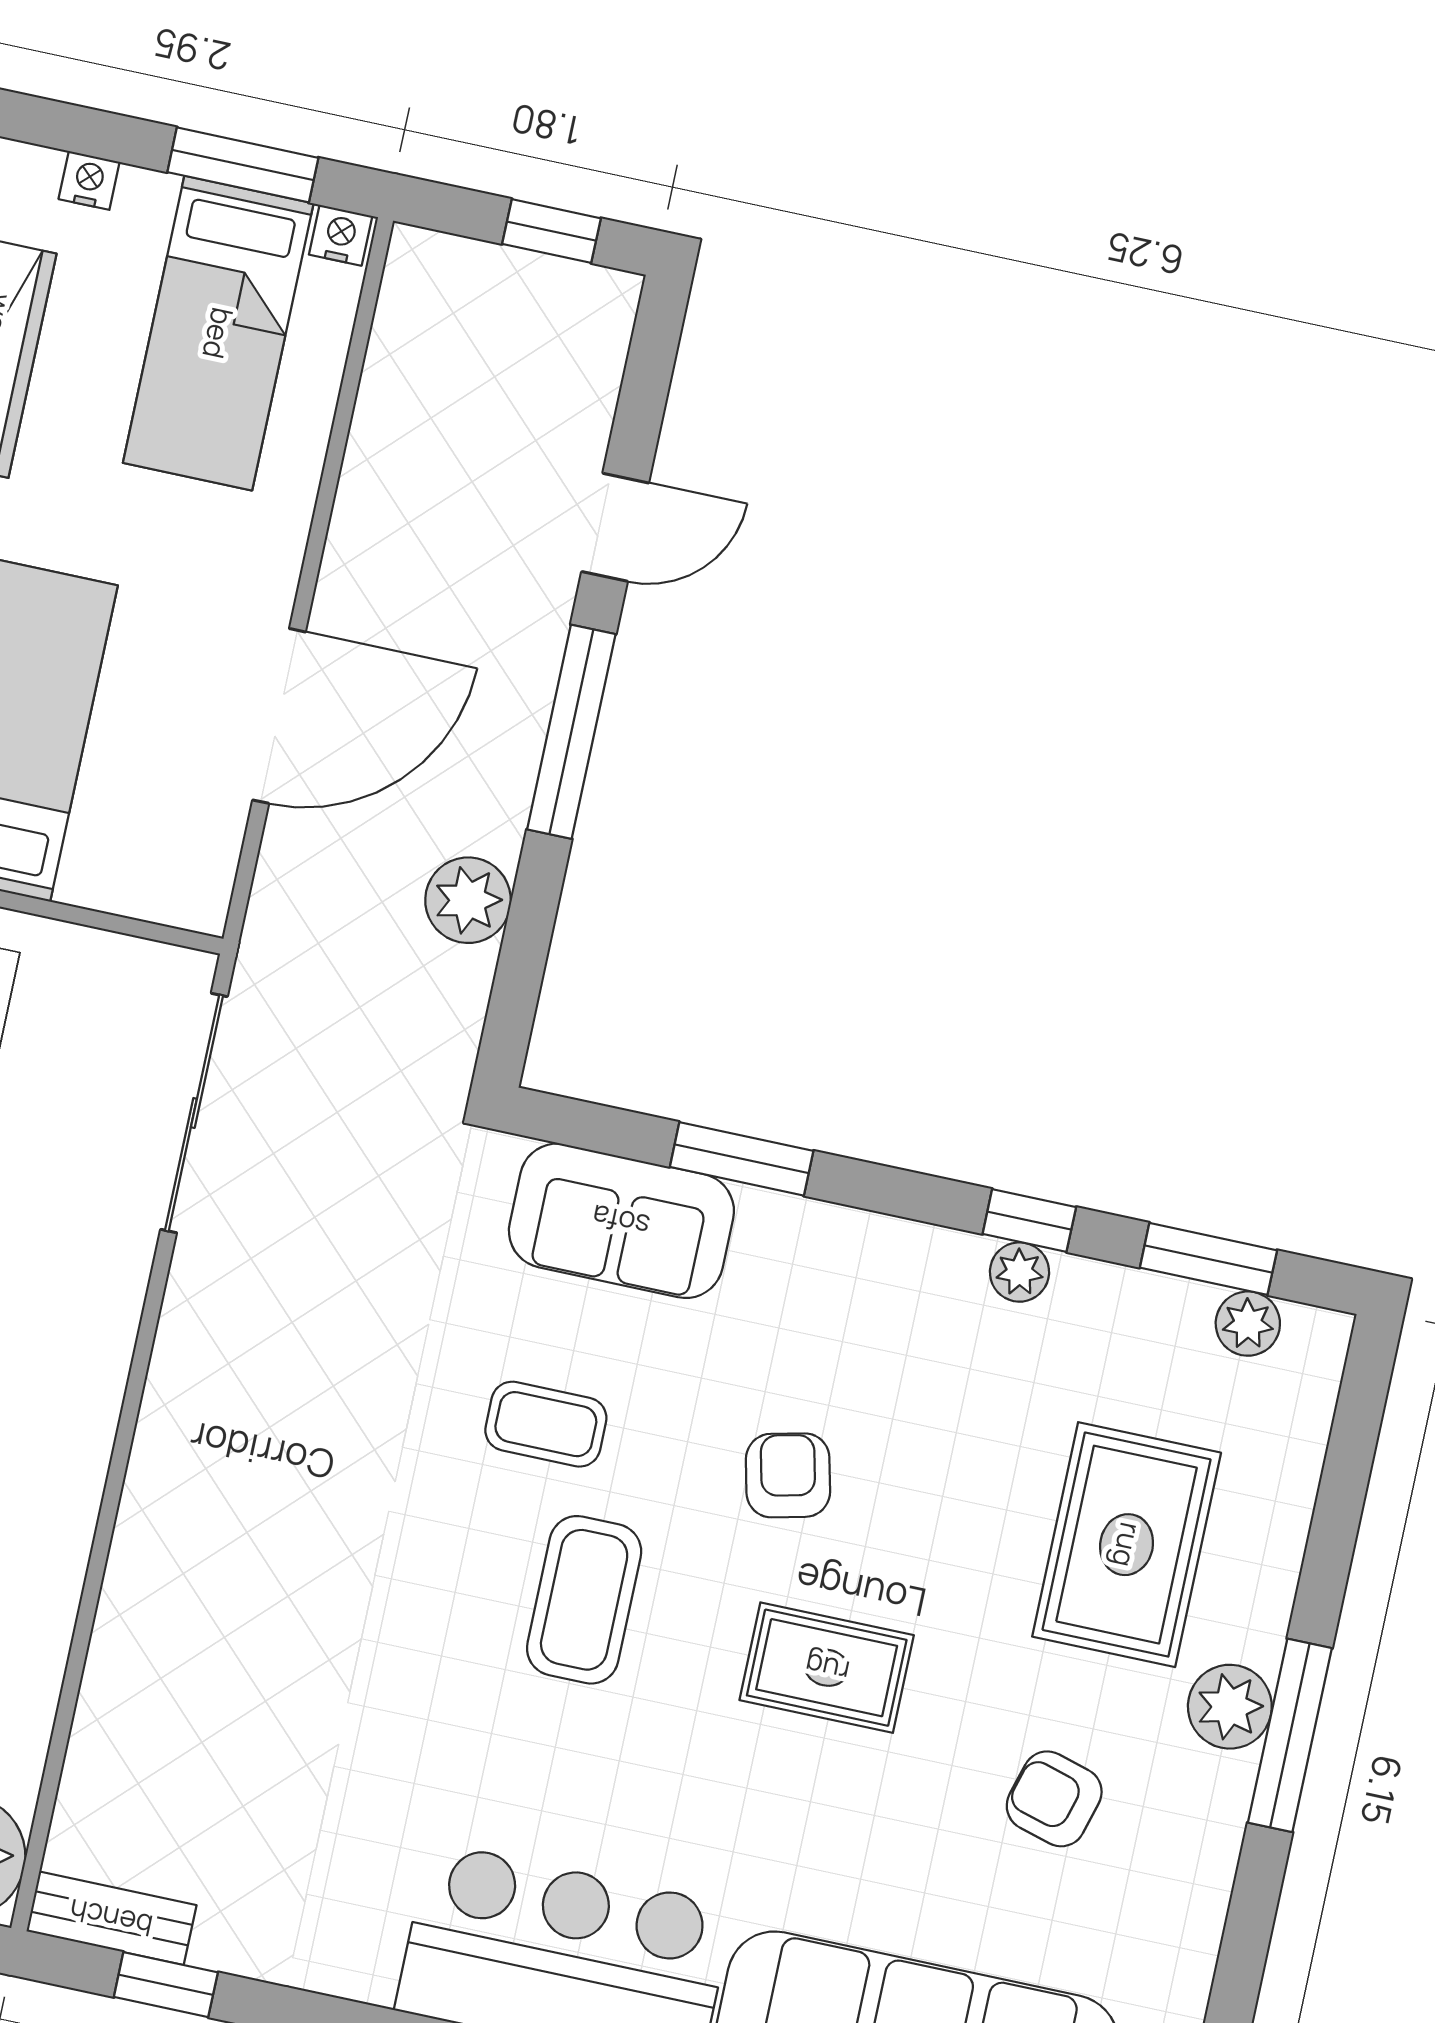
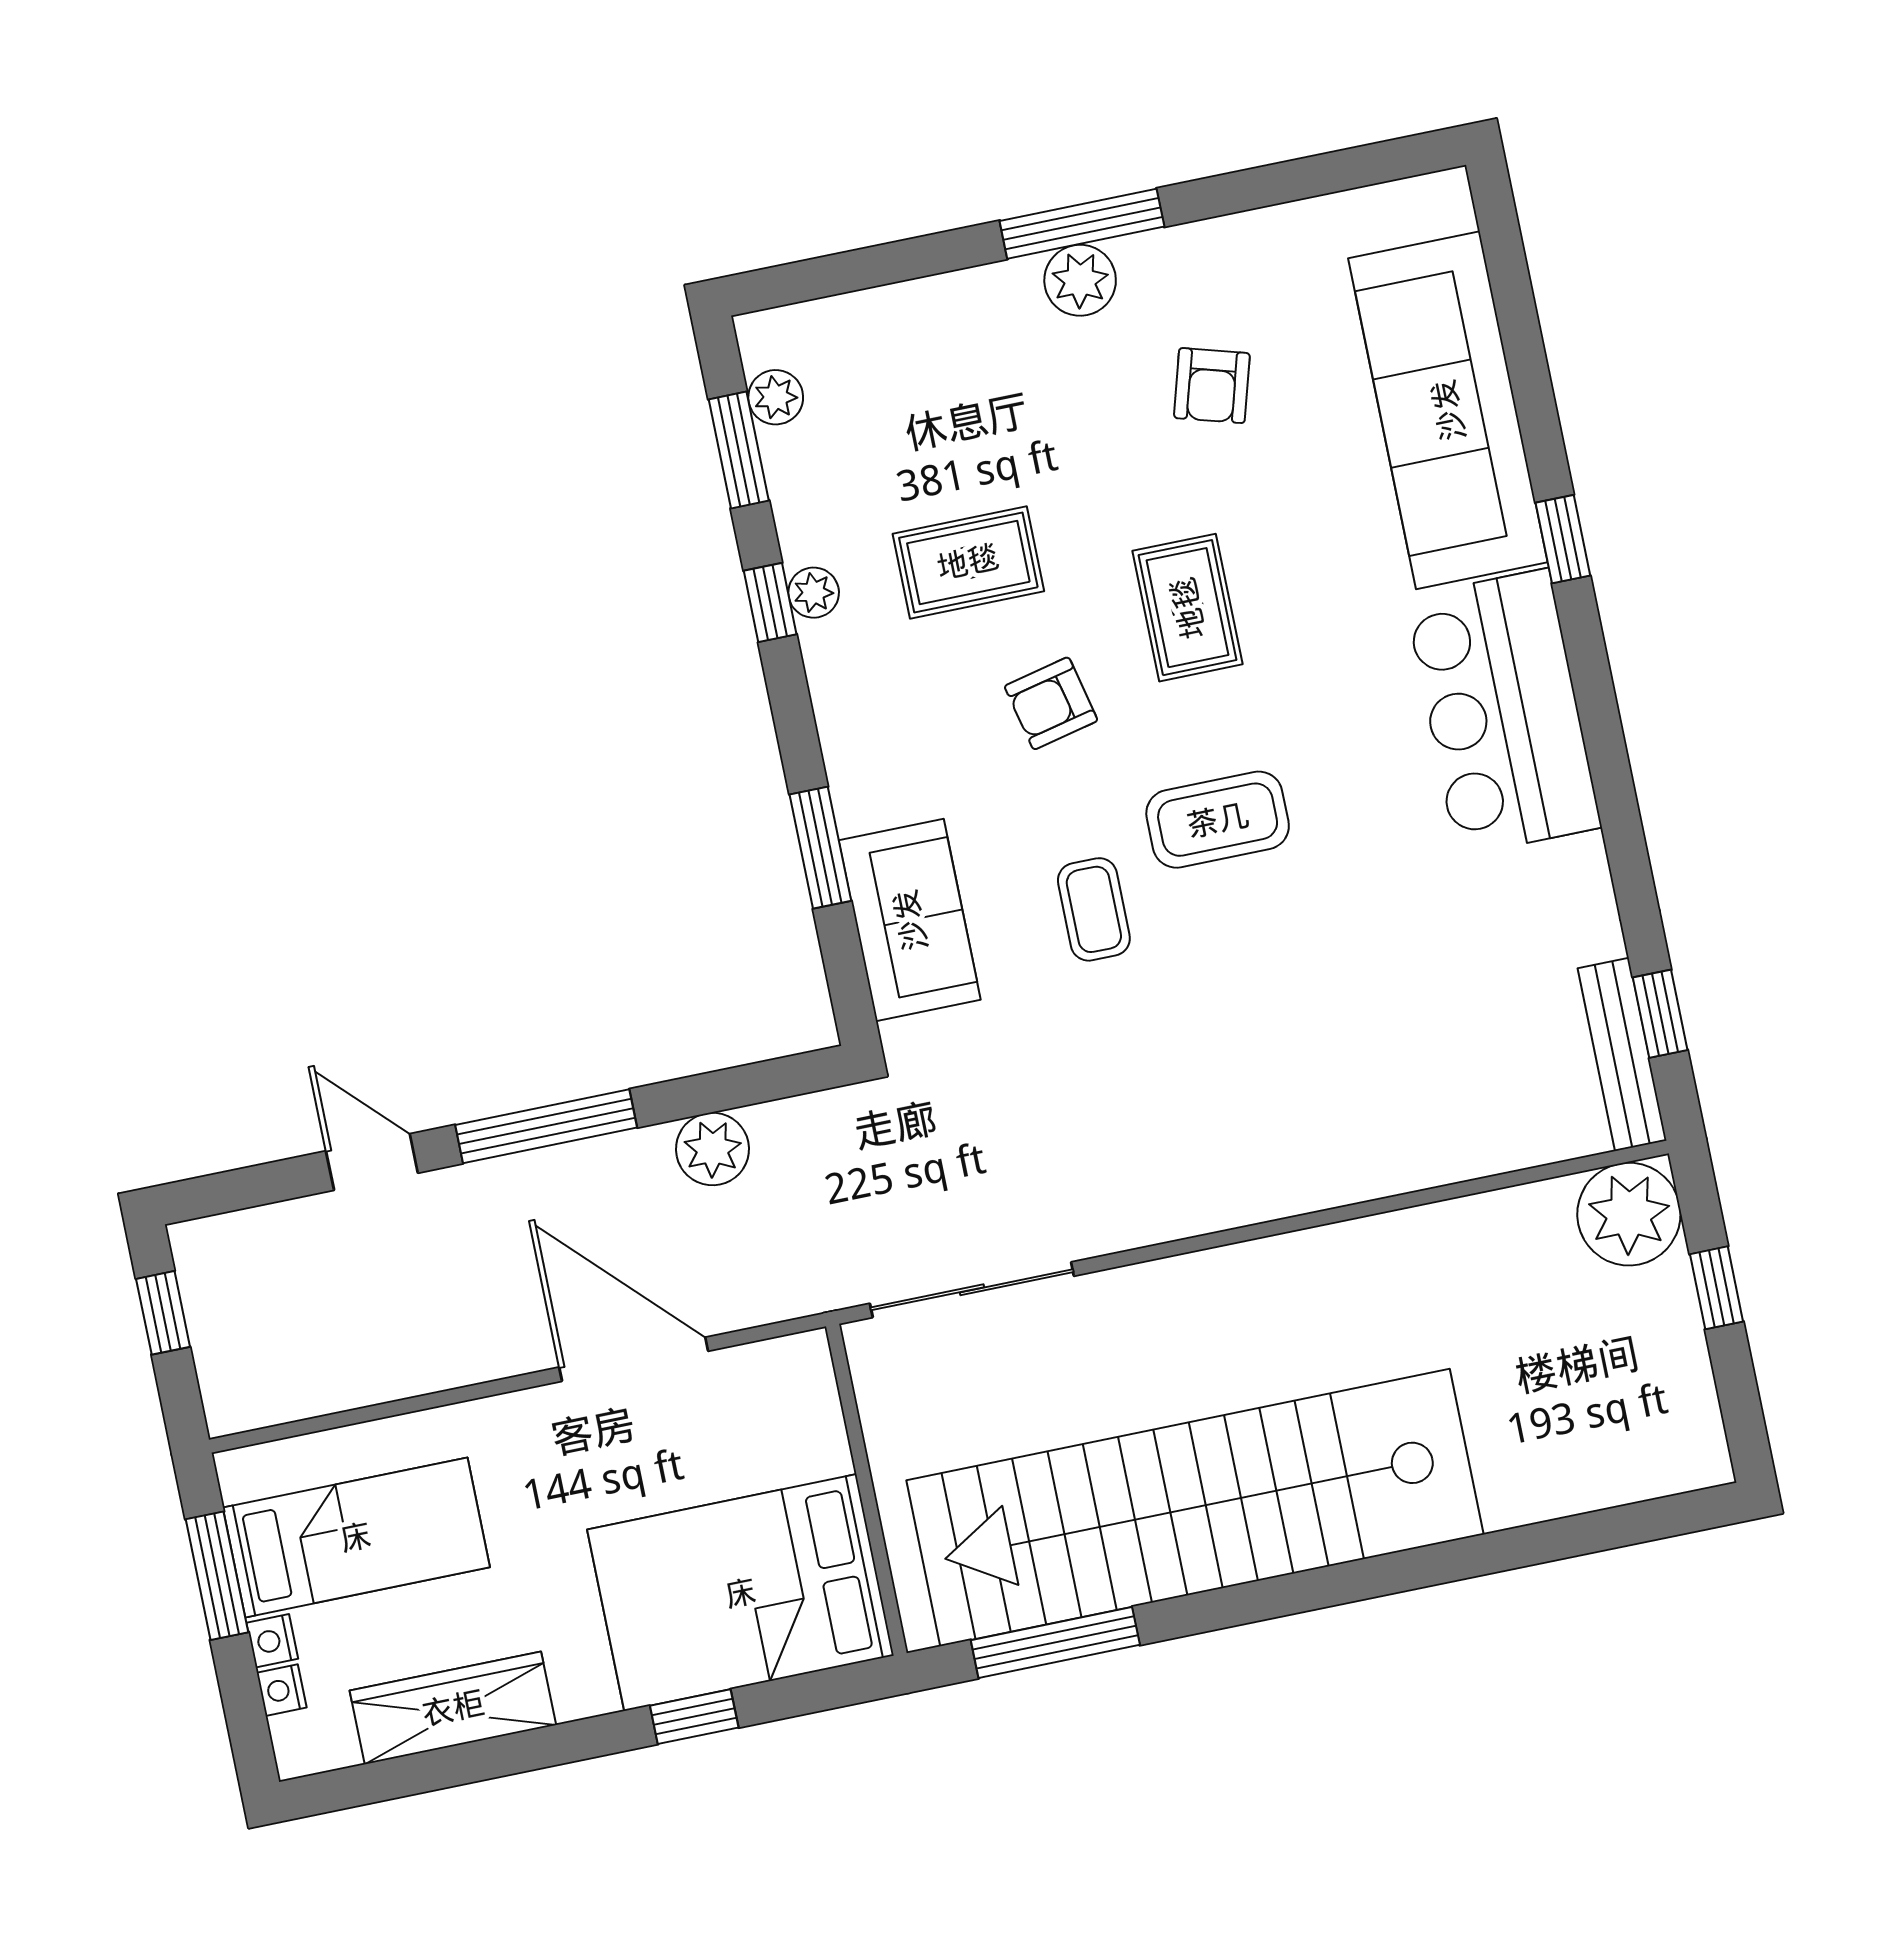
nightstand: (341, 235) -> (272, 1641), moved
rug: (1127, 1545) -> (968, 562), moved, width x0.73, depth x0.70
bench: (111, 1918) -> (1622, 1054), width x1.36

